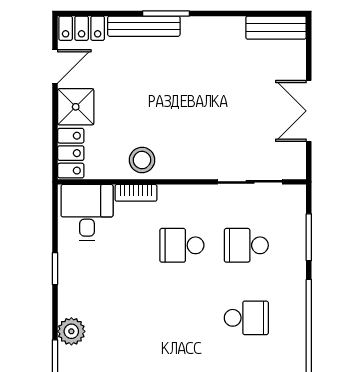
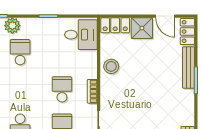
bookcase: (136, 193) -> (92, 91), moved
school desk: (117, 318) -> (20, 52), added

